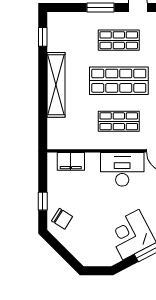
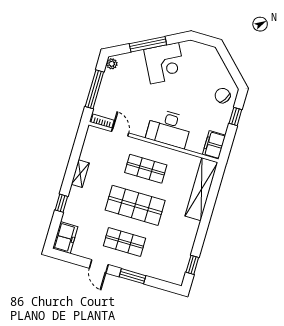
shelving: (56, 85) -> (201, 189), moved
filing cabinet: (71, 161) -> (214, 145), moved, turned -90
desk: (122, 169) -> (169, 128), moved

